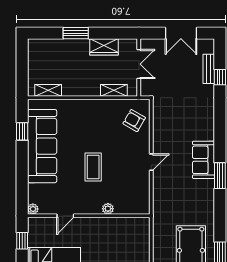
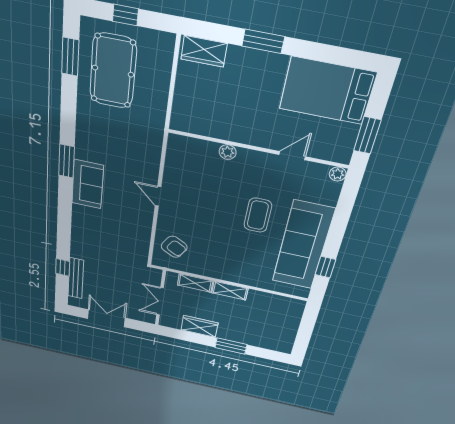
bench: (209, 69) -> (76, 278), width x1.36
shelving: (48, 90) -> (230, 291), moved
door: (151, 162) -> (158, 196), hinge flipped
coffee table: (93, 167) -> (258, 215), moved
window: (22, 241) -> (367, 135), width x1.50

